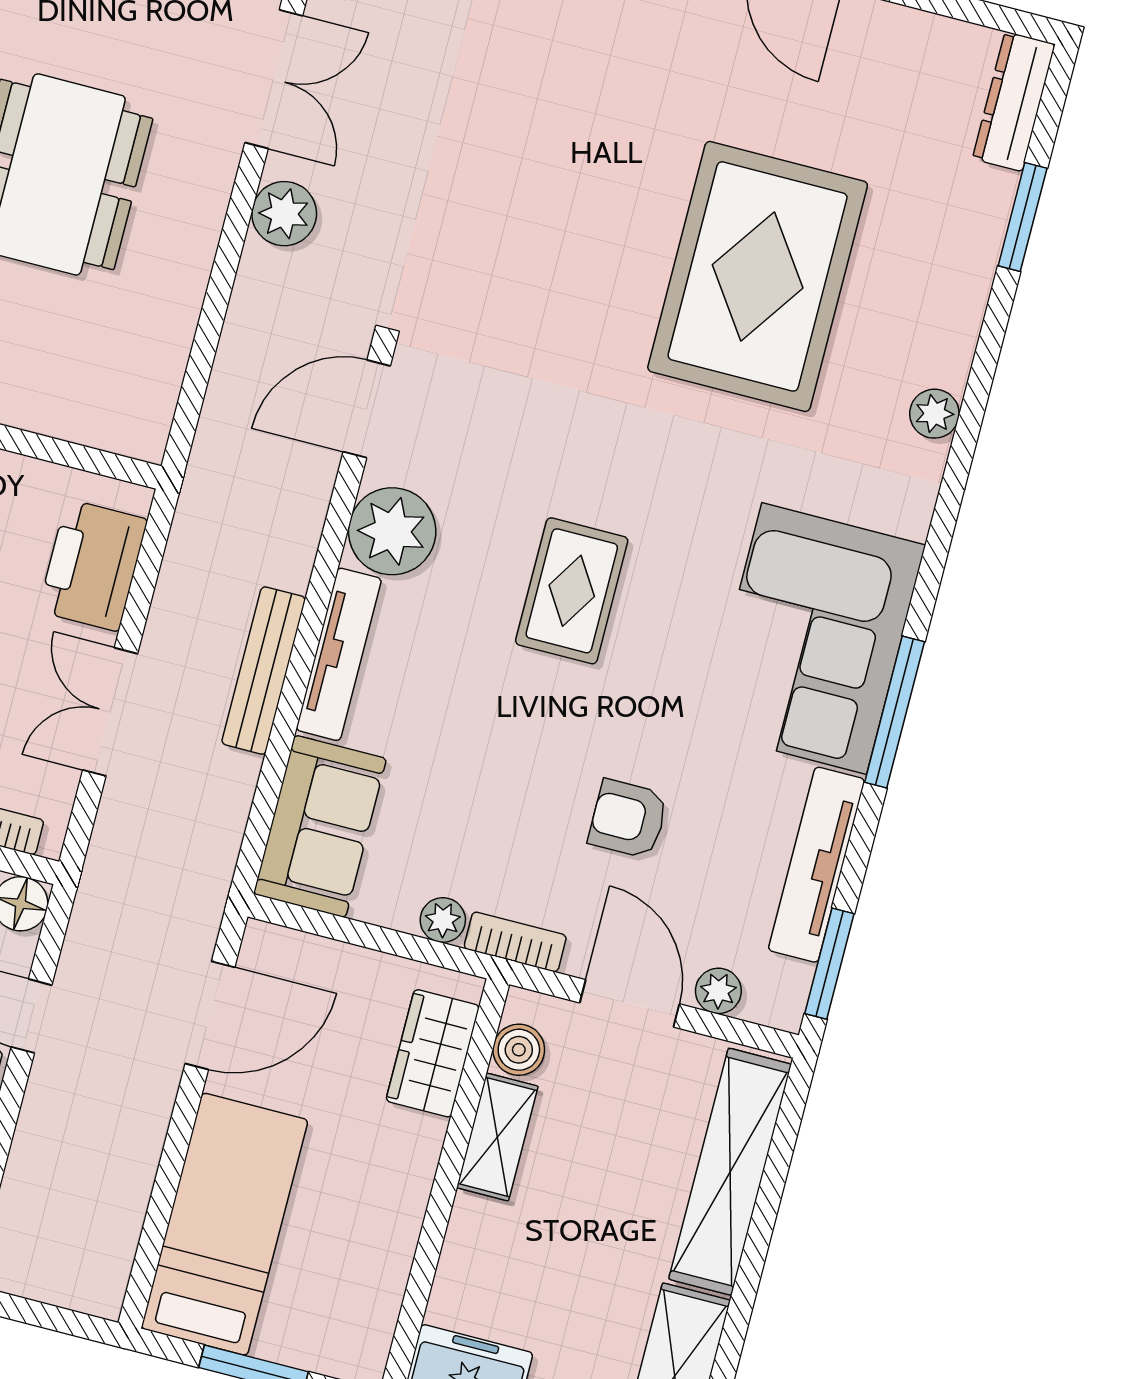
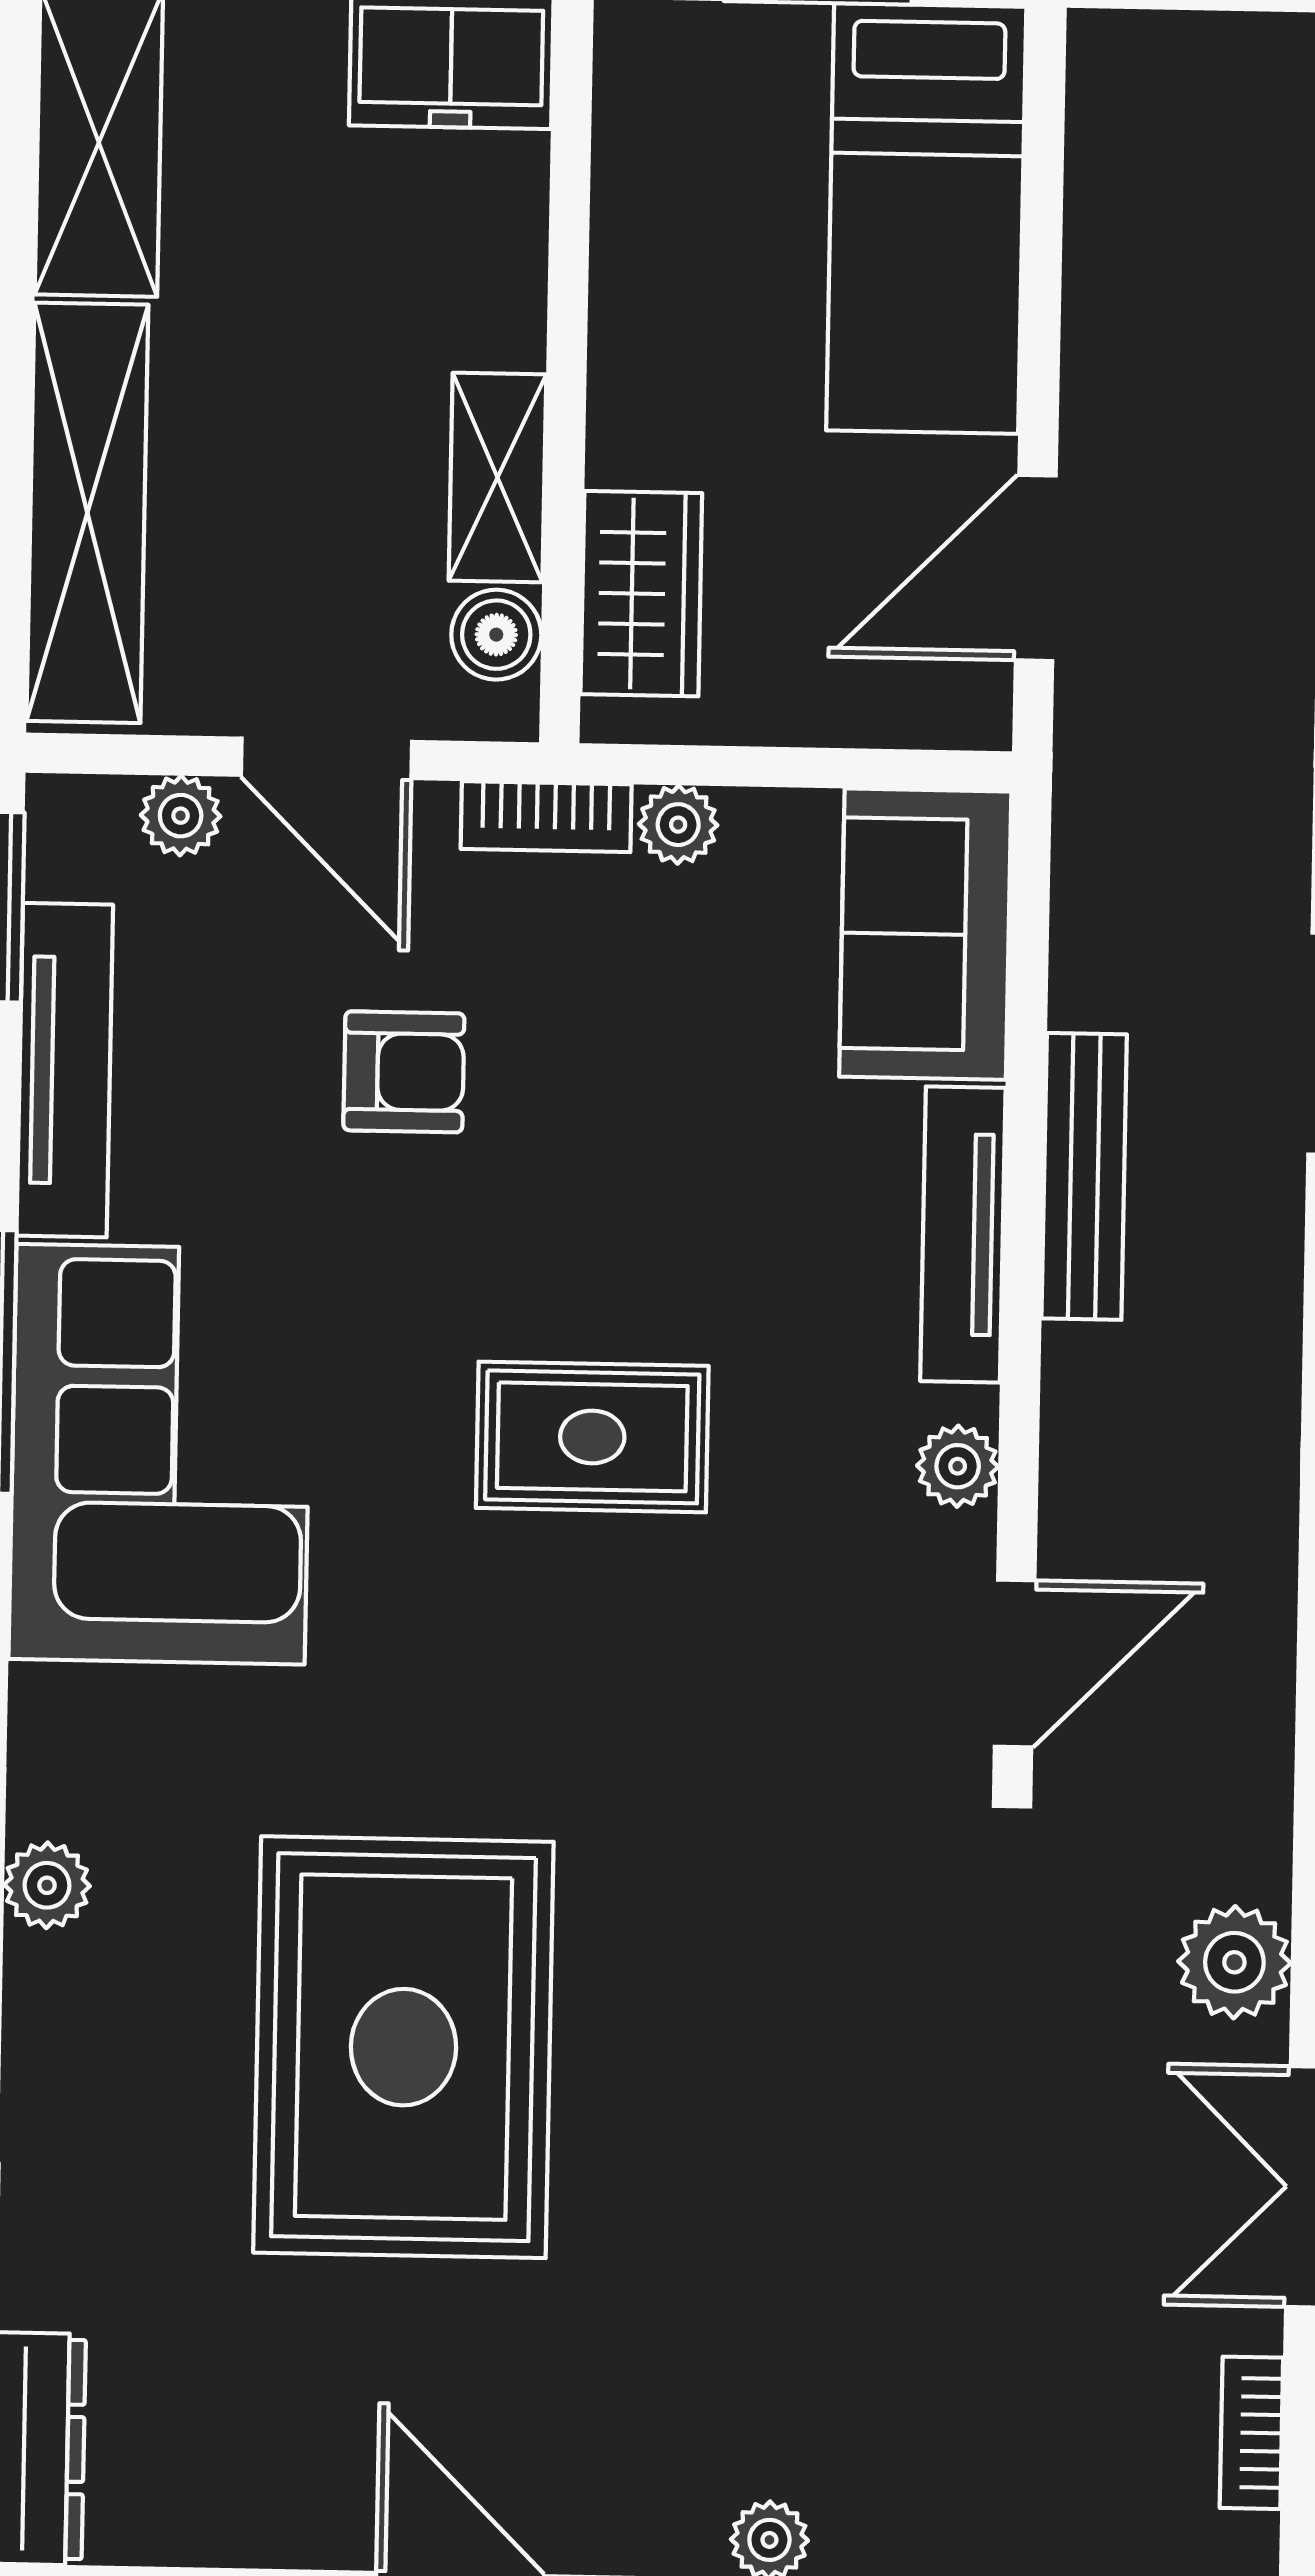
plant: (392, 531) -> (958, 1466), width x0.53, depth x0.53
rug: (572, 591) -> (592, 1437), turned 90

